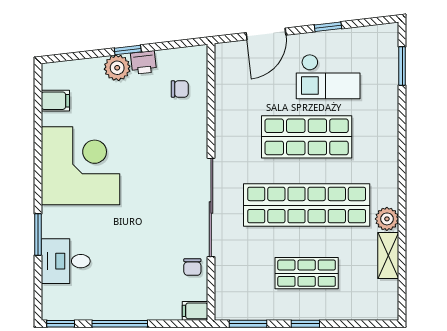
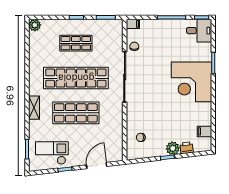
printer: (144, 62) -> (187, 148), moved
checkout: (328, 77) -> (52, 153), moved
corner desk: (81, 166) -> (192, 82), moved
plant: (387, 219) -> (35, 25), moved
shelving: (388, 256) -> (34, 108), moved
desk: (66, 261) -> (199, 31), moved

